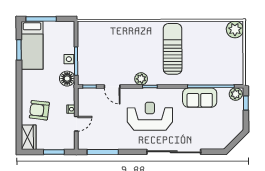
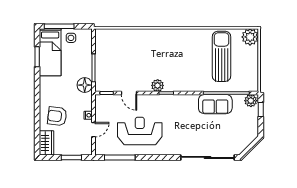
sun lounger: (173, 49) -> (222, 56), moved
side table: (69, 59) -> (71, 38), moved
reception desk: (150, 116) -> (140, 131), moved
sliding door: (174, 152) -> (208, 157), moved

